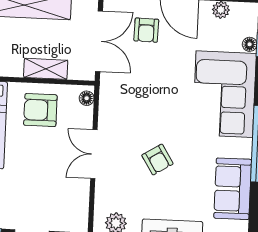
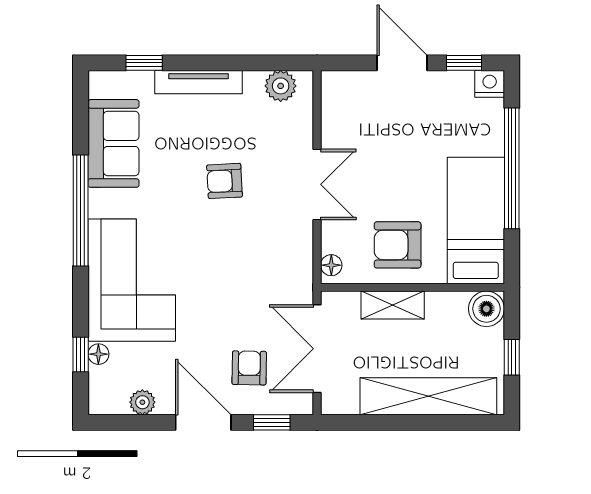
armchair: (40, 110) -> (398, 245), turned 180
armchair: (157, 159) -> (225, 181), turned -61

